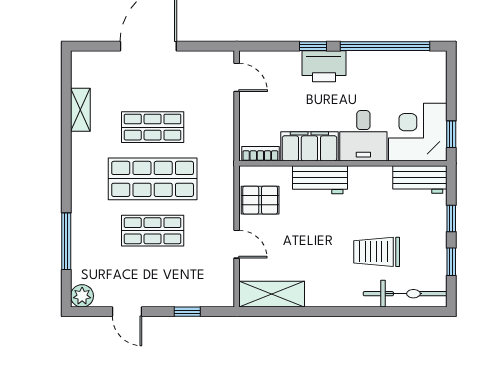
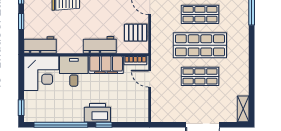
door: (237, 77) -> (150, 79), moved
shelving: (80, 110) -> (243, 109), moved
window: (451, 134) -> (21, 108), moved

